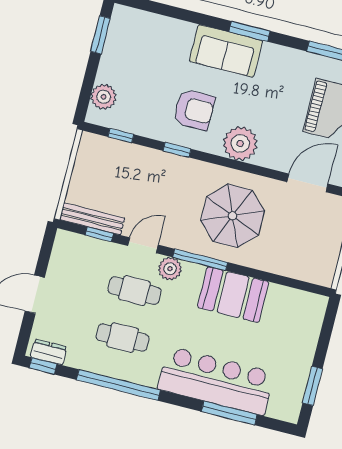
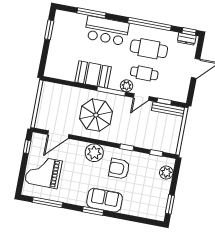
cafe table: (123, 337) -> (149, 49), width x1.37, depth x1.35
bar counter: (216, 381) -> (107, 31), width x0.73

